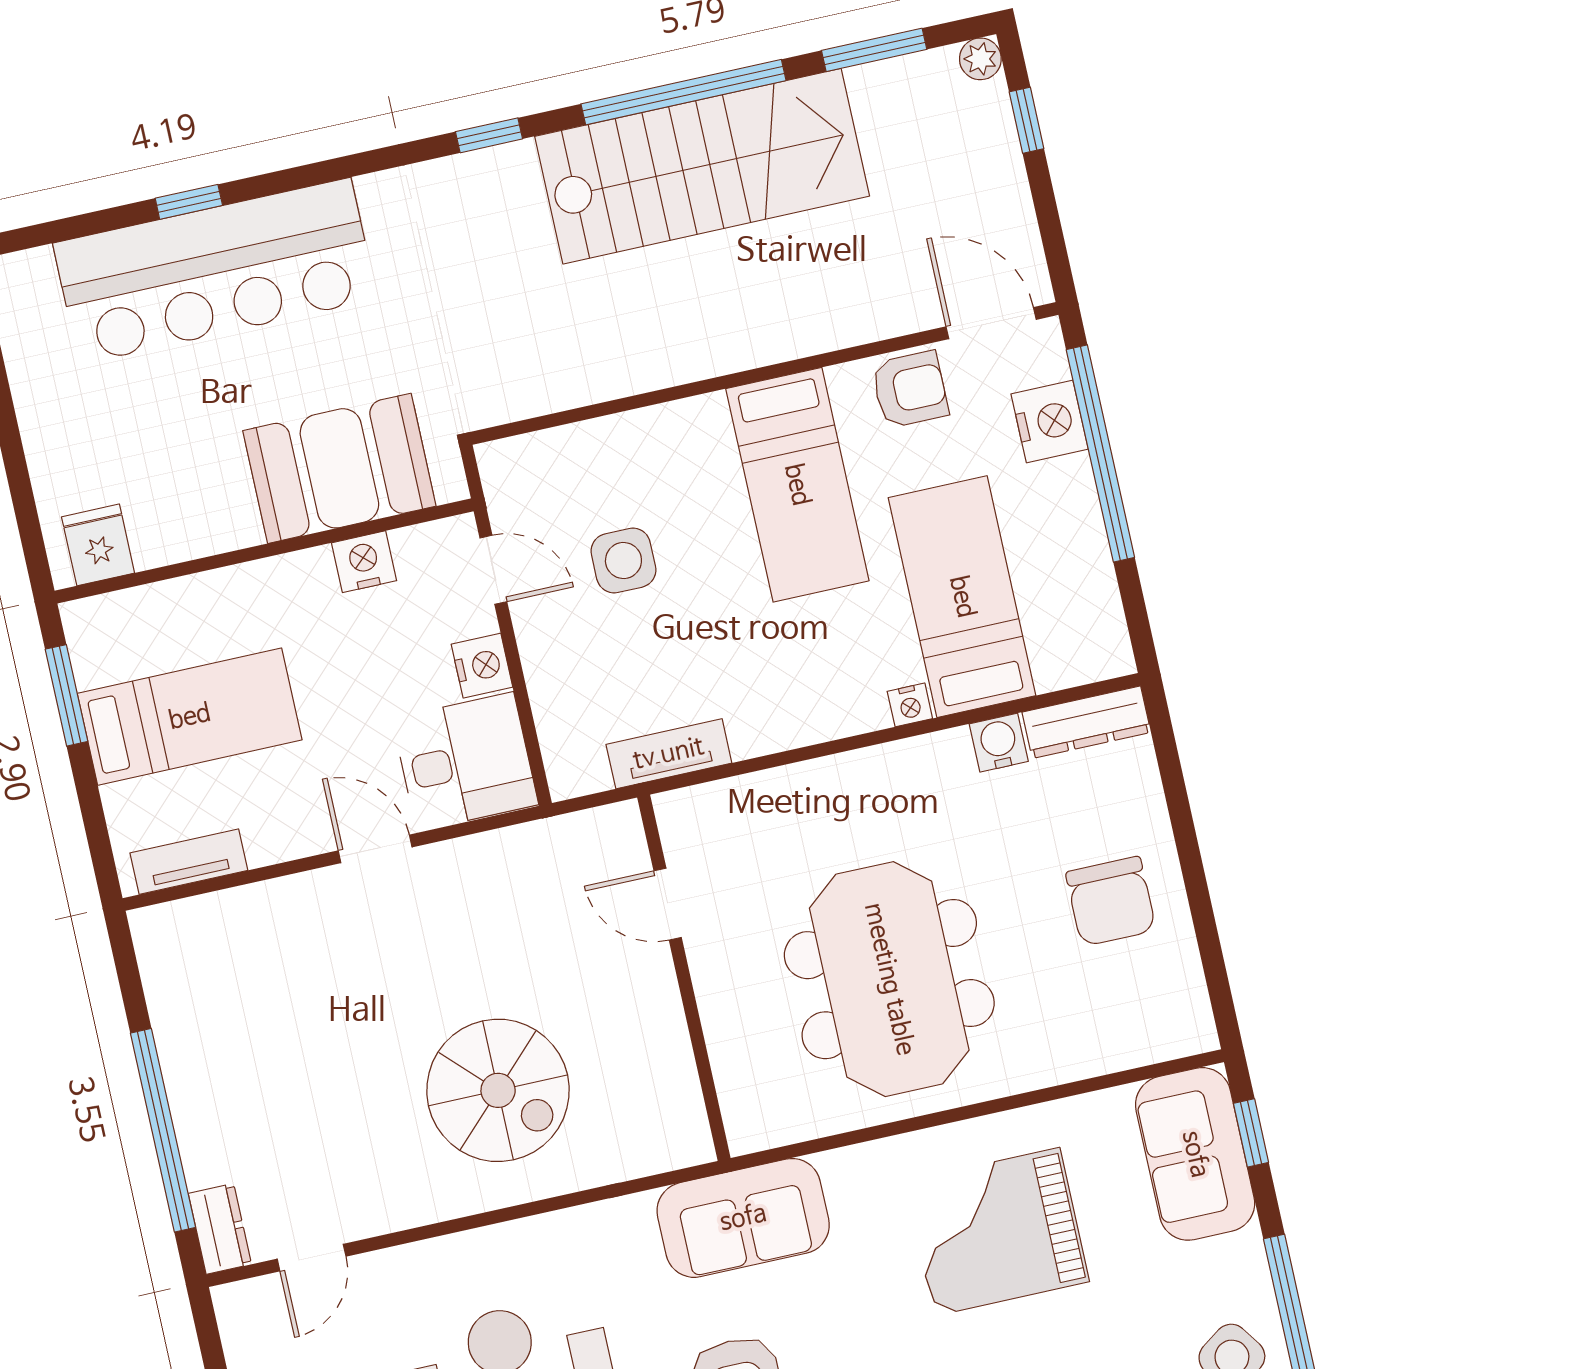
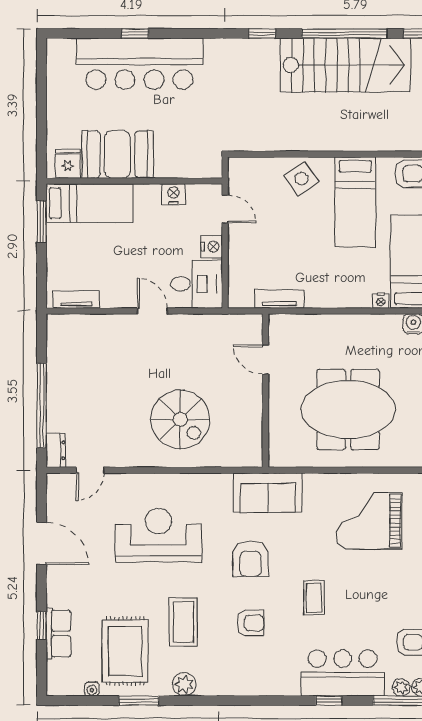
booth: (339, 468) -> (117, 154), moved
side table: (623, 561) -> (302, 179), moved, turned -35
bed: (190, 717) -> (89, 203), moved
meeting table: (889, 979) -> (348, 409), turned 90

